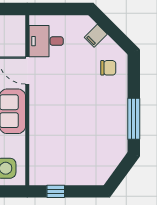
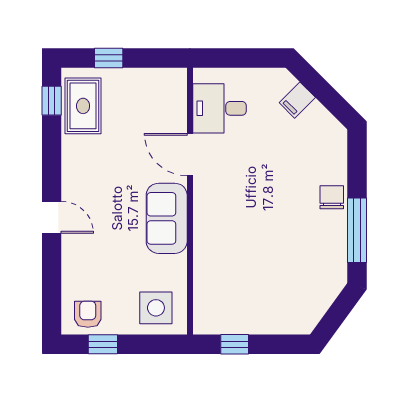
chair: (108, 68) -> (332, 197), moved, turned -90

